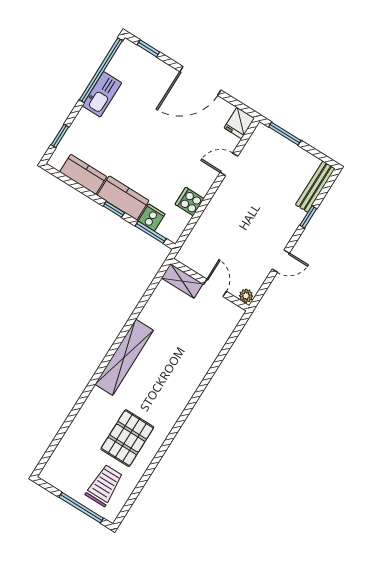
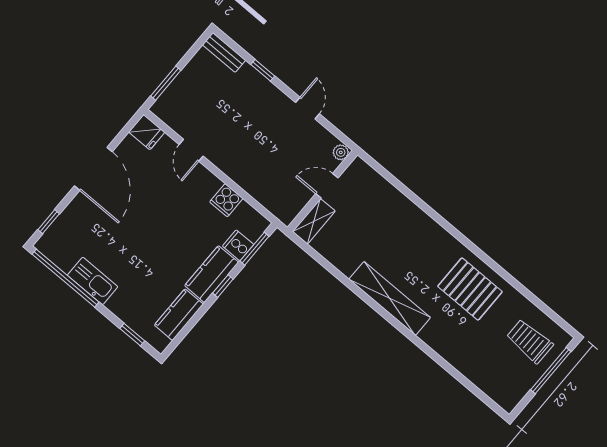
bench: (315, 187) -> (224, 52), width x0.73
pallet: (127, 438) -> (470, 289), moved

